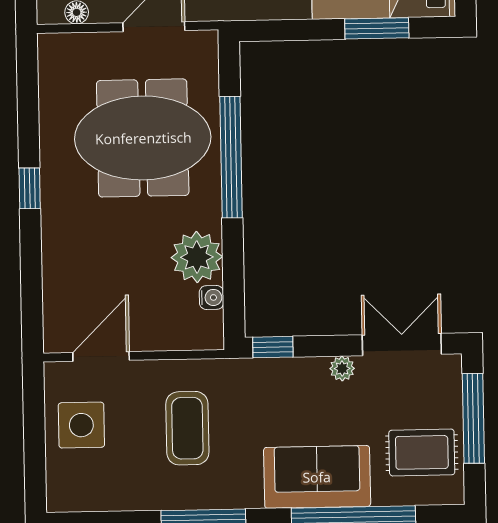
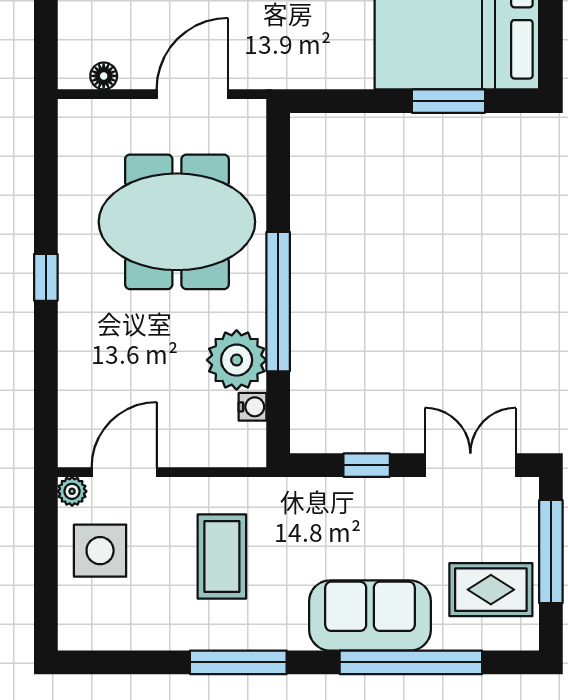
window: (231, 157) -> (278, 302), moved
window: (273, 347) -> (367, 465), moved
plant: (342, 368) -> (72, 491), moved

